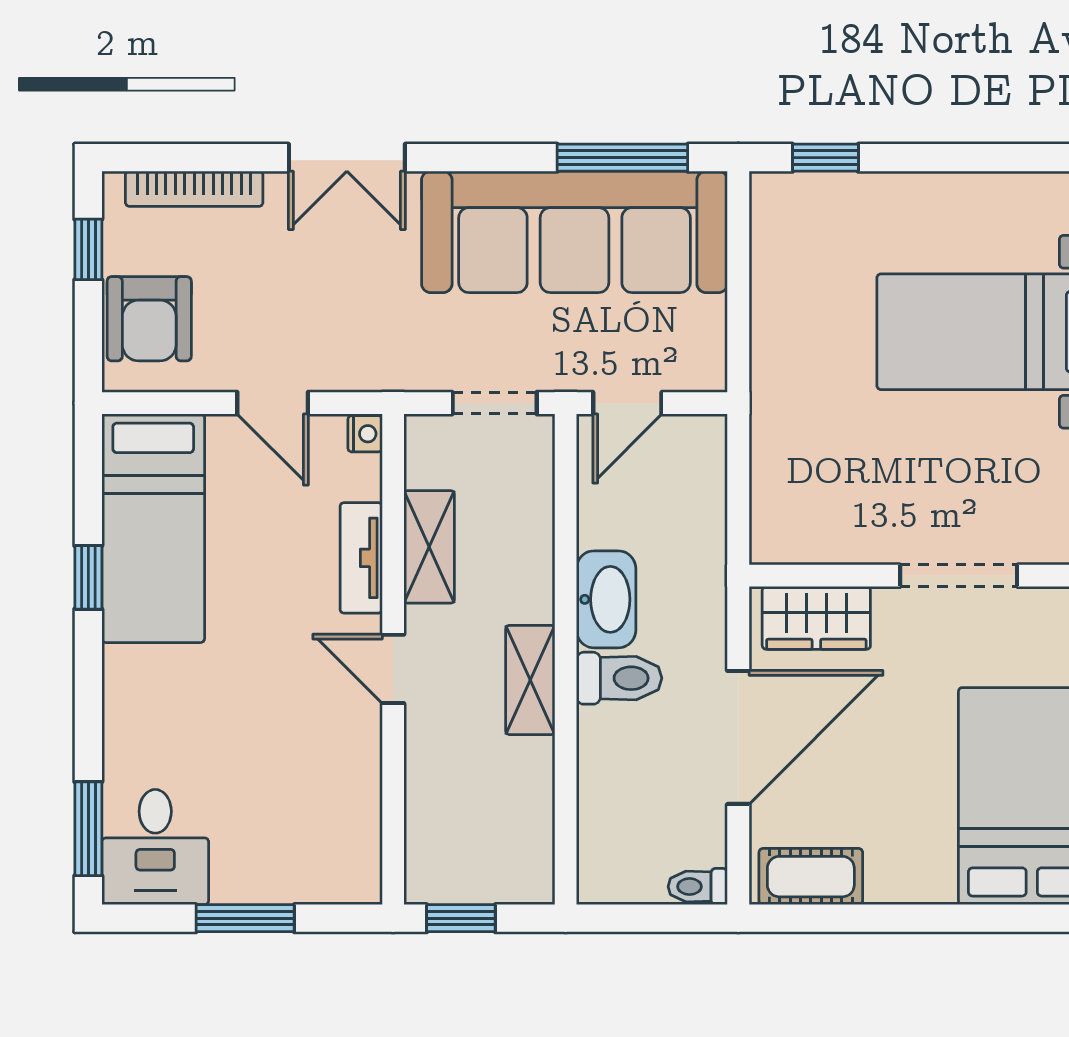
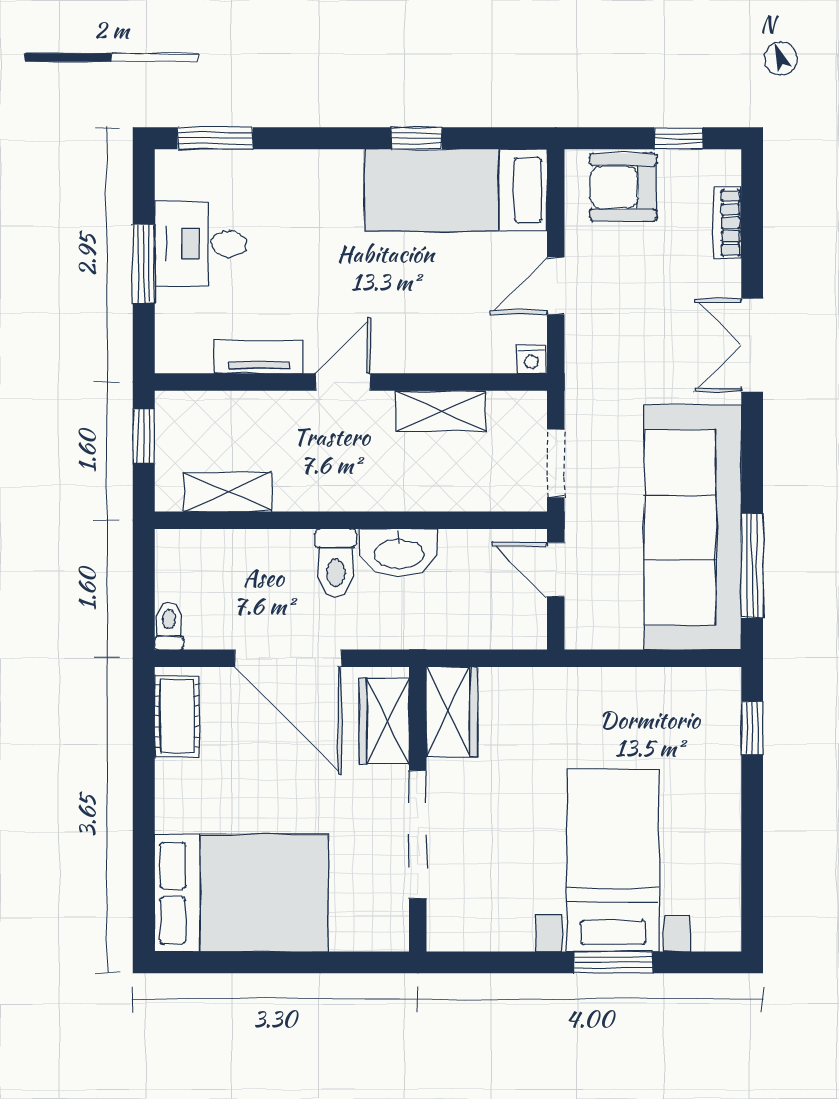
bookcase: (194, 189) -> (727, 223), width x0.64
wardrobe: (805, 533) -> (452, 711), added
tv unit: (361, 558) -> (259, 357), moved
doorway: (959, 576) -> (418, 835), width x1.36
shelving: (530, 680) -> (228, 492), moved
desk: (155, 847) -> (201, 244), moved

